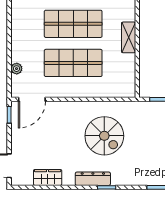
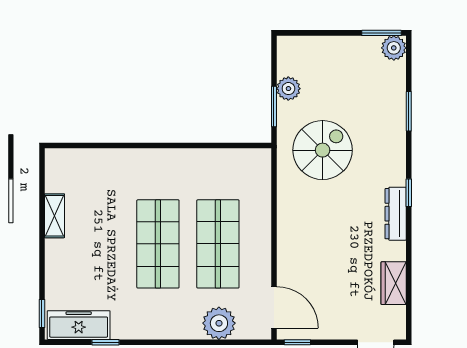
shelving: (129, 37) -> (179, 159), removed
plant: (17, 69) -> (219, 323), width x1.88, depth x1.88
spiral stairs: (104, 136) -> (323, 150), moved

